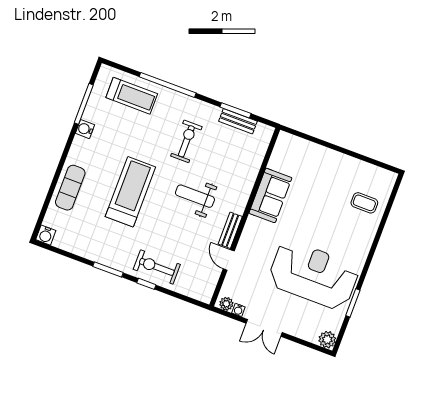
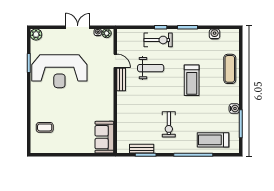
treadmill: (130, 192) -> (192, 80), width x0.73, depth x0.73
sofa: (270, 195) -> (104, 137), moved
weight bench: (195, 196) -> (151, 68), moved
water cooler: (46, 235) -> (215, 34), moved

